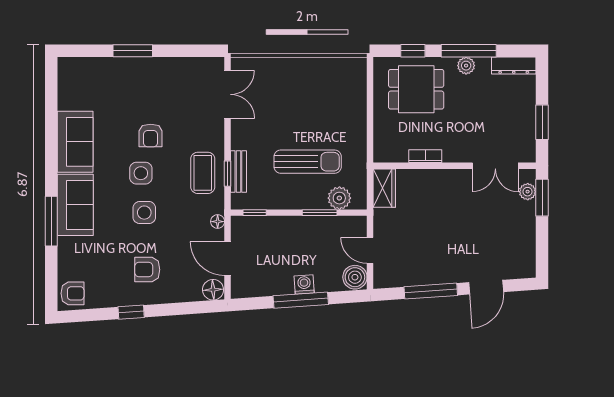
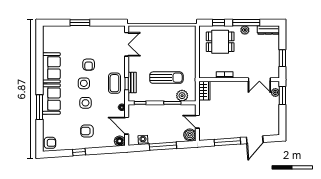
washing machine: (304, 284) -> (143, 140), moved

